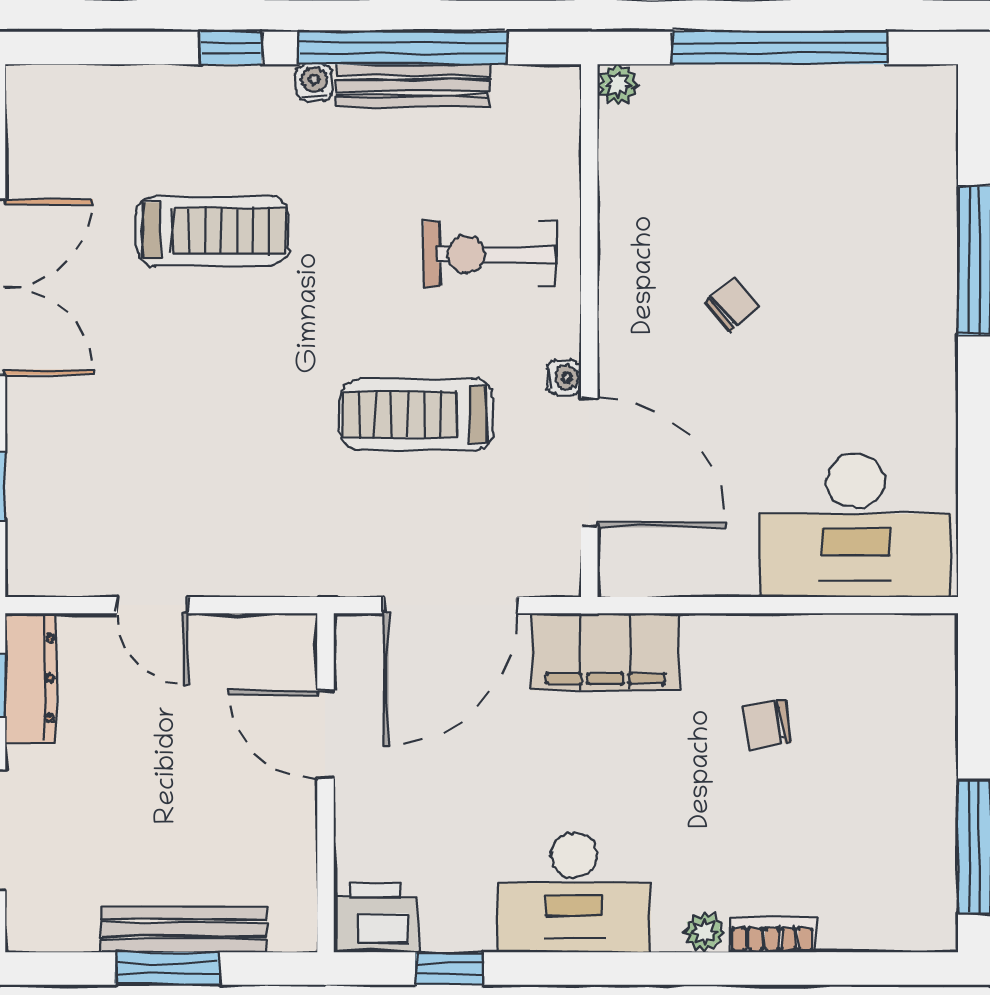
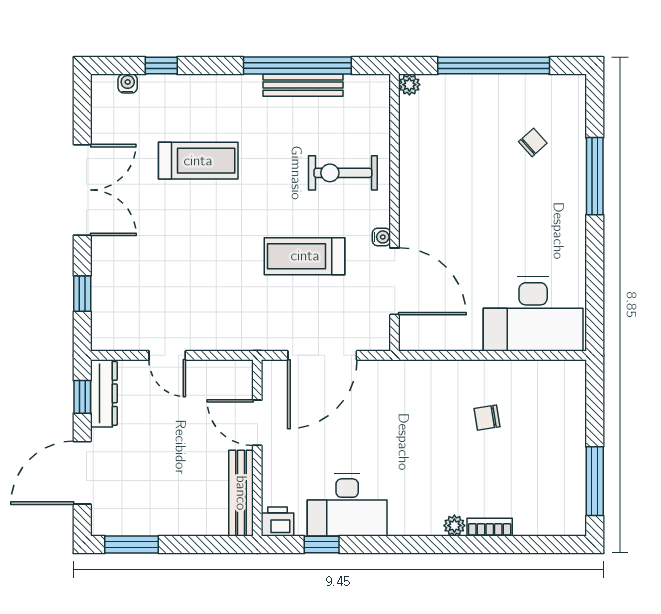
window: (231, 48) -> (161, 66), moved
water cooler: (314, 82) -> (128, 84), moved
chair: (732, 304) -> (533, 142), moved
filing cabinet: (605, 652) -> (403, 380), removed
desk: (574, 892) -> (347, 505), moved
printer: (376, 918) -> (278, 522), width x0.73, depth x0.81
bench: (184, 929) -> (241, 493), moved, turned 90
window: (167, 969) -> (132, 544), moved

